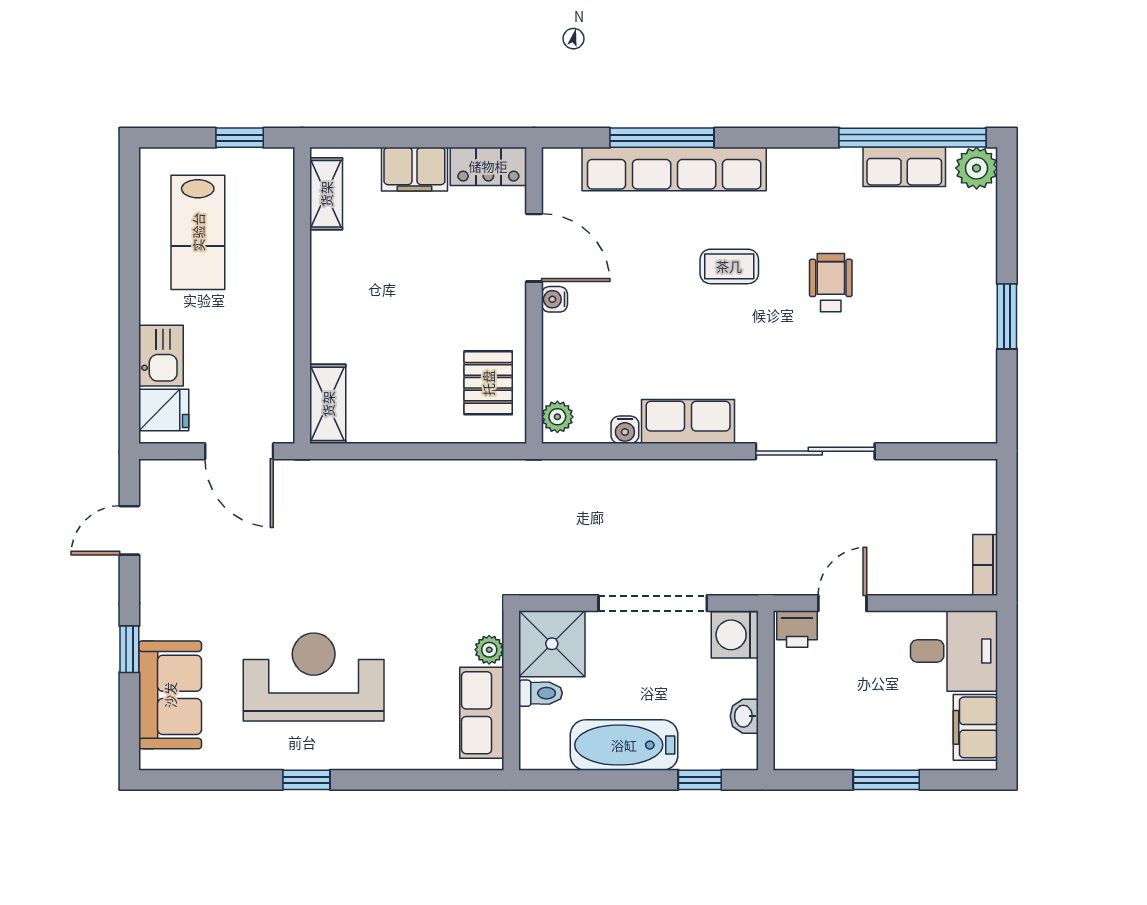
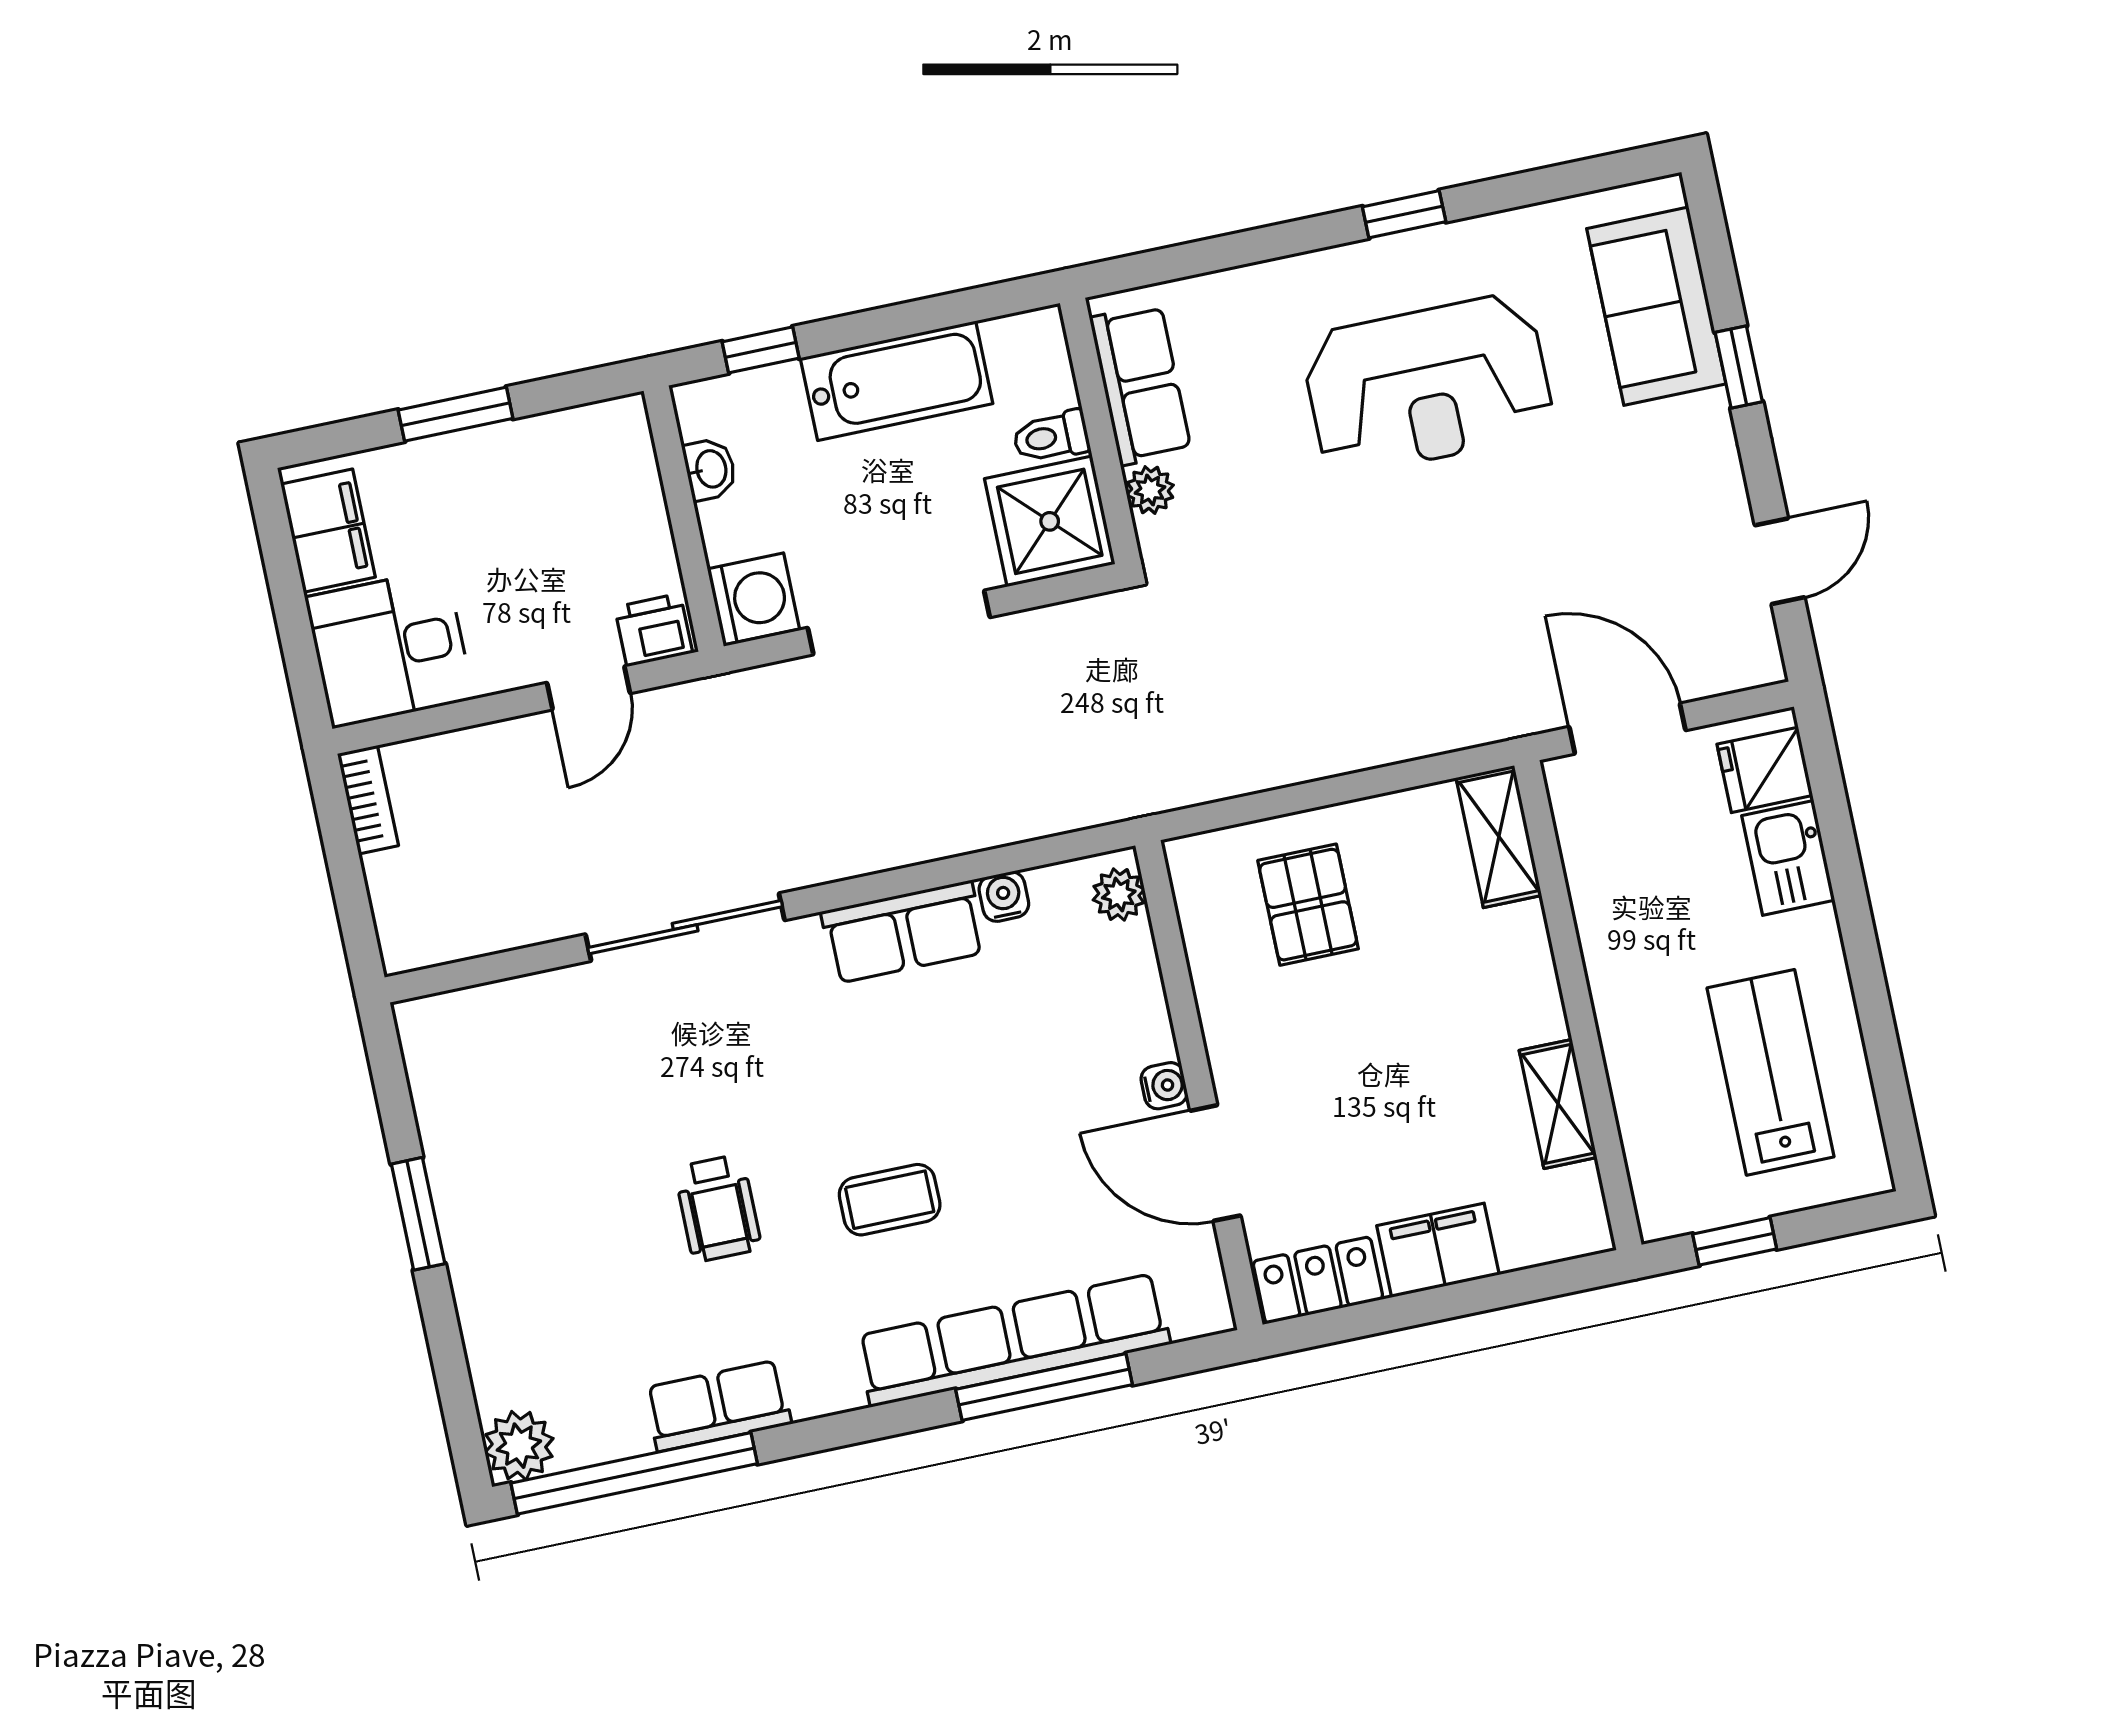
row of seats: (904, 167) -> (718, 1406), moved
shelving: (326, 194) -> (1558, 1104), moved
pallet: (488, 383) -> (1308, 905), moved

